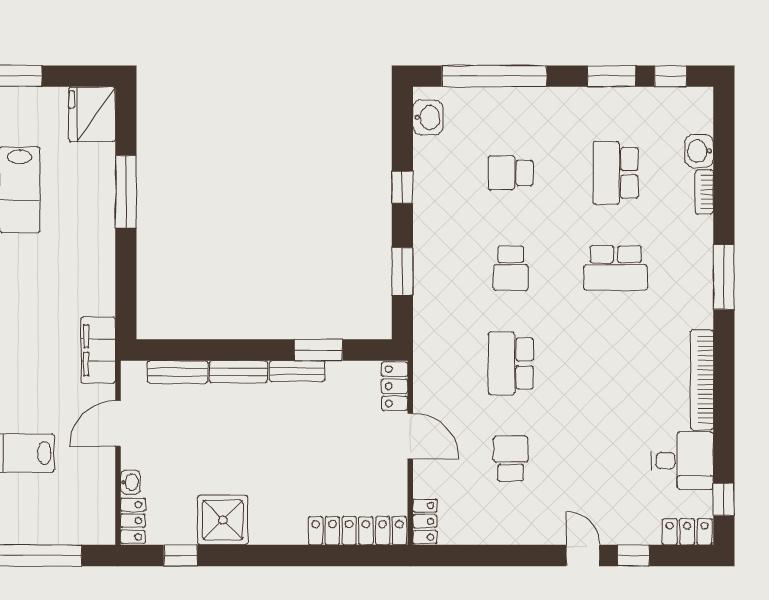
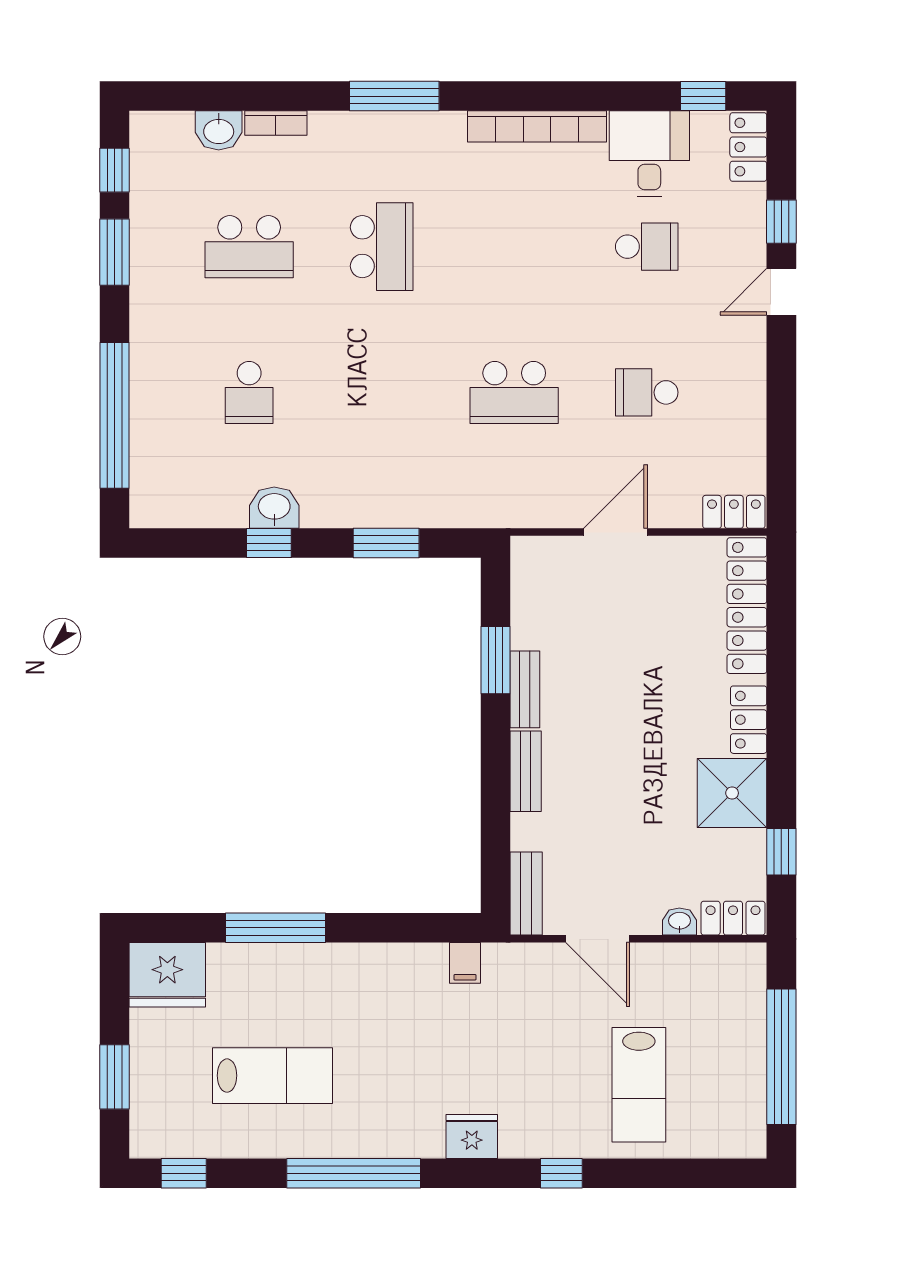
washbasin: (428, 117) -> (274, 508), moved
school desk: (511, 268) -> (647, 247), moved
filing cabinet: (98, 350) -> (465, 963), width x0.33, depth x0.86
bench: (177, 372) -> (526, 893), moved
locker: (395, 386) -> (749, 720), moved, turned 90

